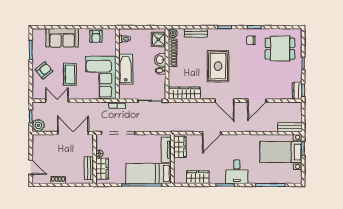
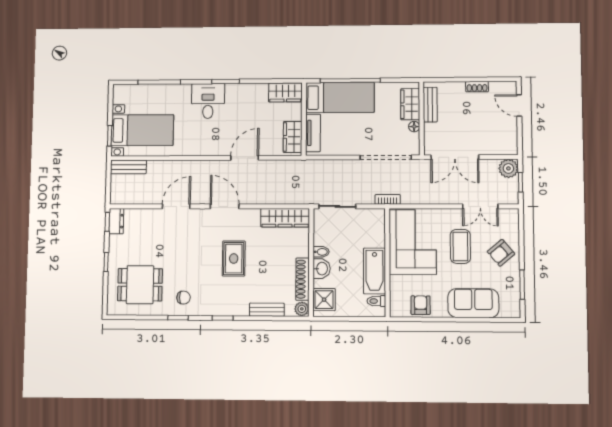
rug: (218, 66) -> (234, 259), width x0.73, depth x0.70
bathtub: (126, 69) -> (375, 271), moved
wardrobe: (198, 177) -> (285, 92), moved

